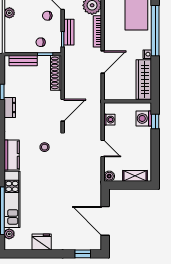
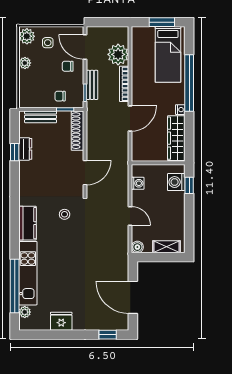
dresser: (10, 107) -> (25, 149), moved

